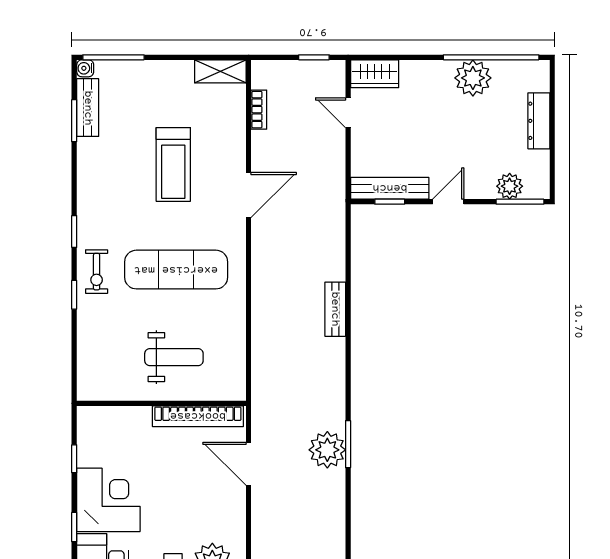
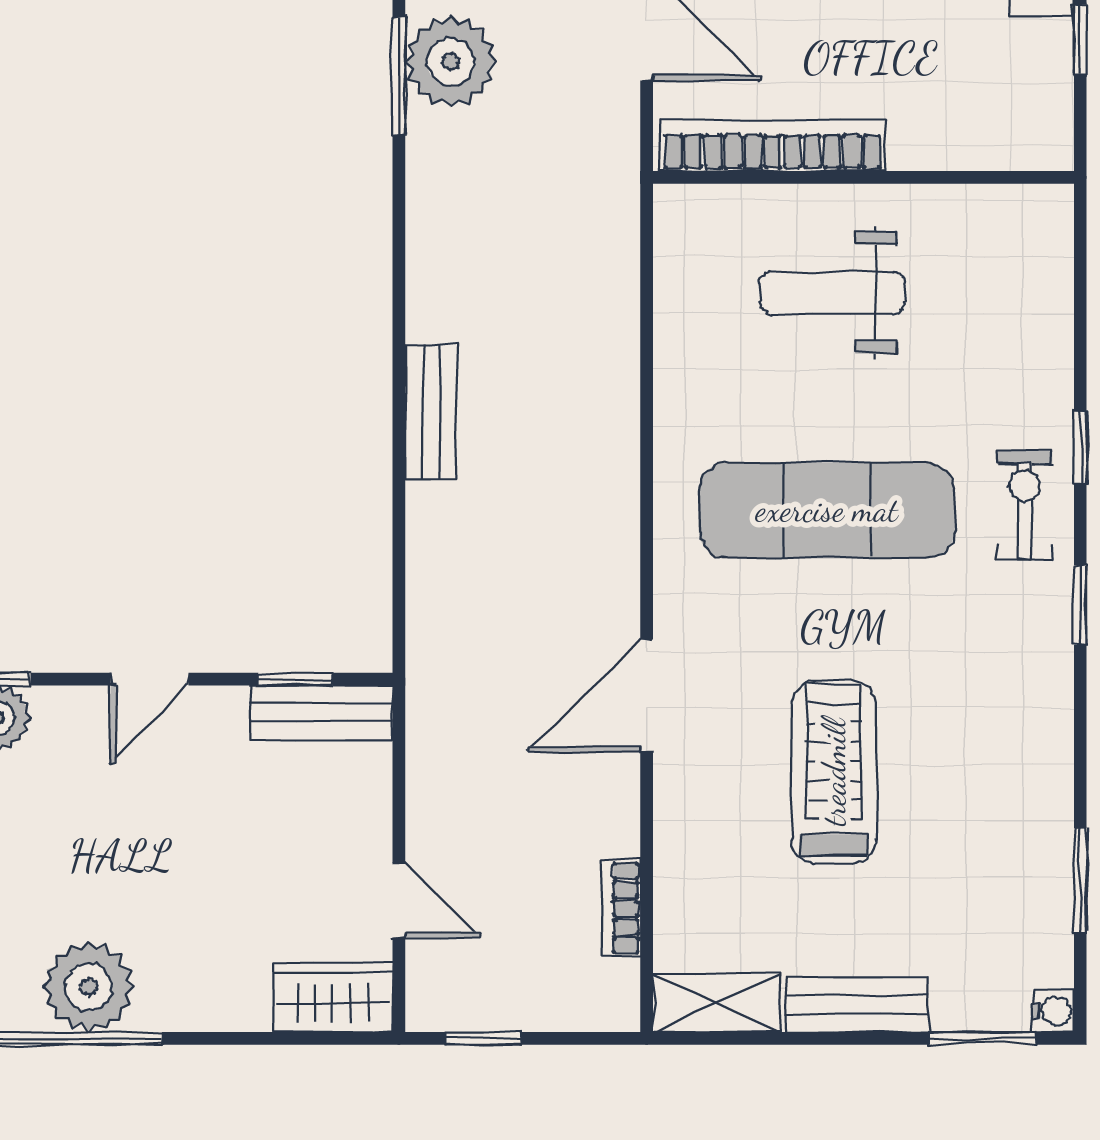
window: (113, 57) -> (983, 1038), width x0.69
bench: (88, 108) -> (857, 1005), moved, turned 90
bench: (390, 188) -> (321, 713), width x0.73

